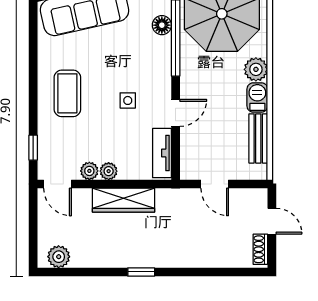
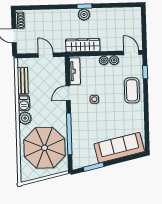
floor lamp: (162, 25) -> (77, 141), removed
coffee table: (67, 93) -> (132, 90), moved
wardrobe: (123, 200) -> (83, 45), moved
plant: (59, 257) -> (84, 14), moved

